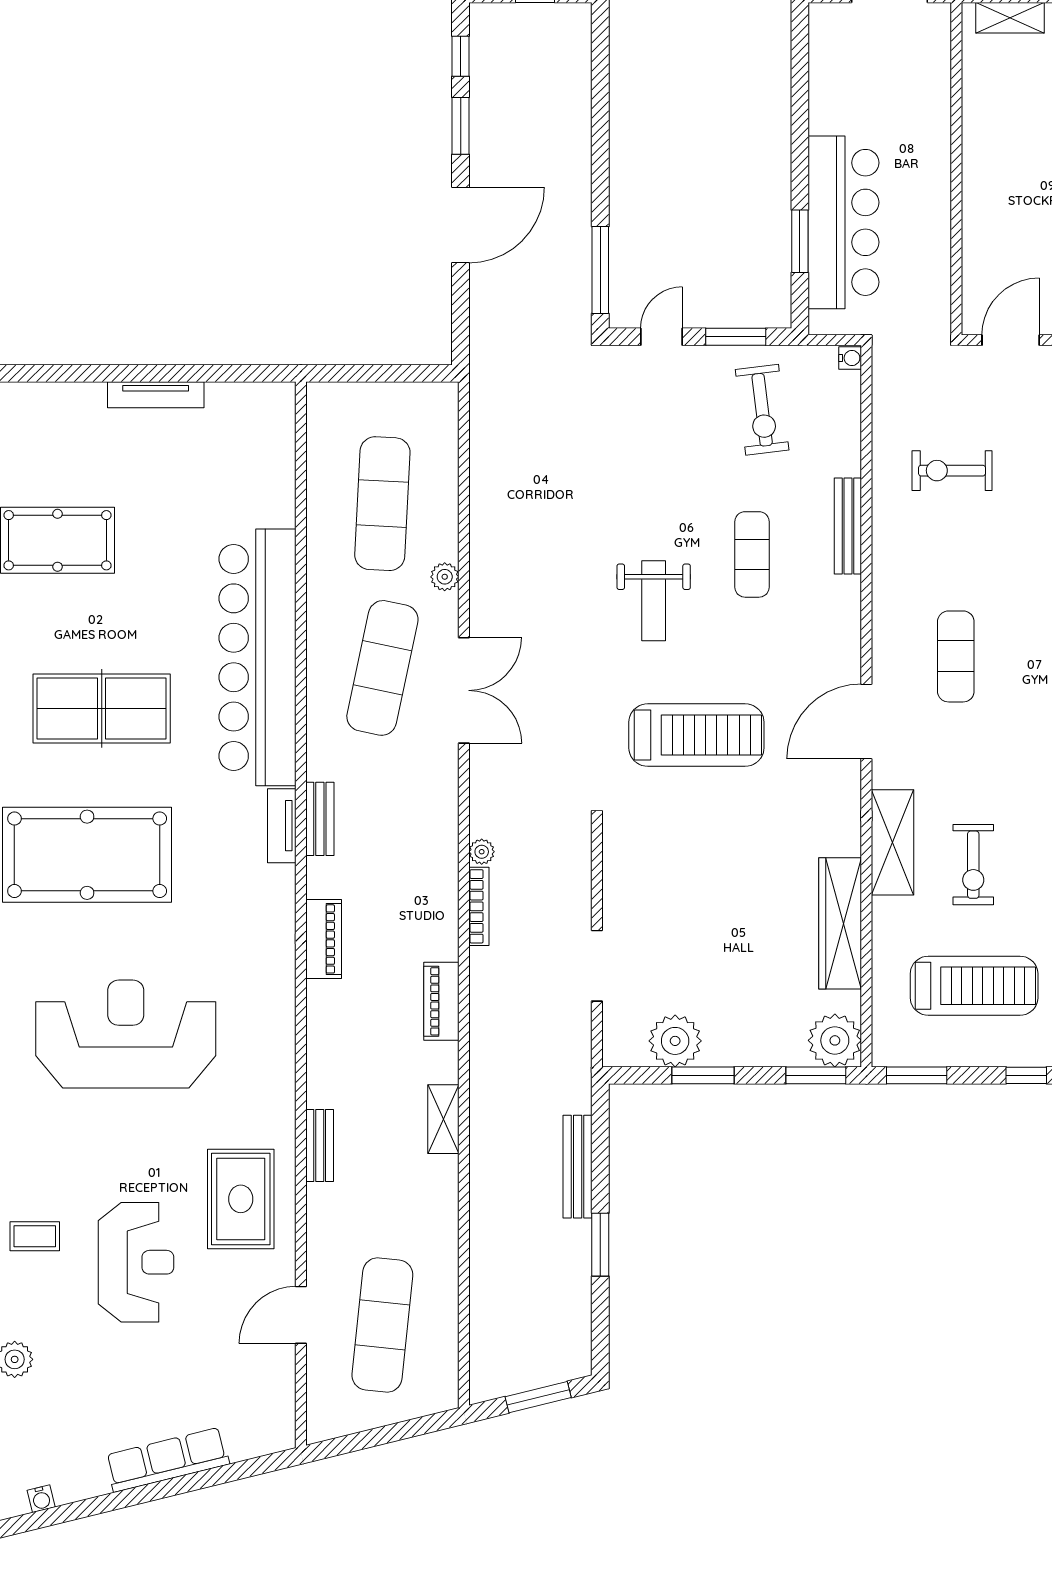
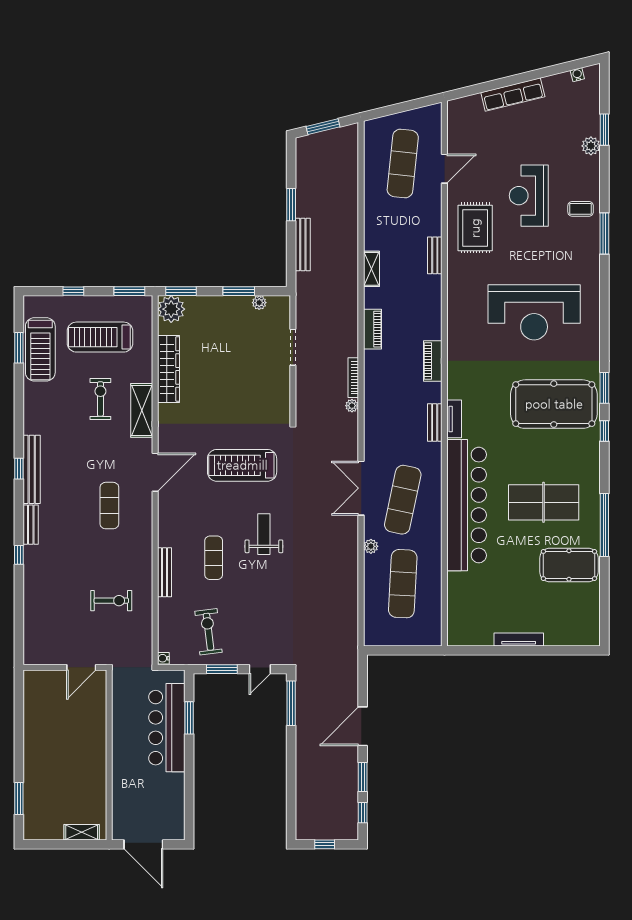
table tennis table: (102, 708) -> (544, 502), moved
plant: (675, 1041) -> (259, 303), width x0.53, depth x0.53

